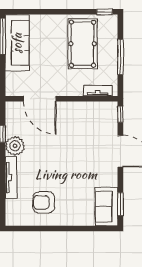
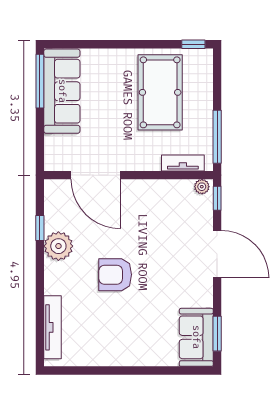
window: (120, 57) -> (217, 137), moved
plant: (110, 106) -> (202, 187), added
tv unit: (11, 178) -> (52, 327), moved
armchair: (44, 202) -> (115, 275), moved

